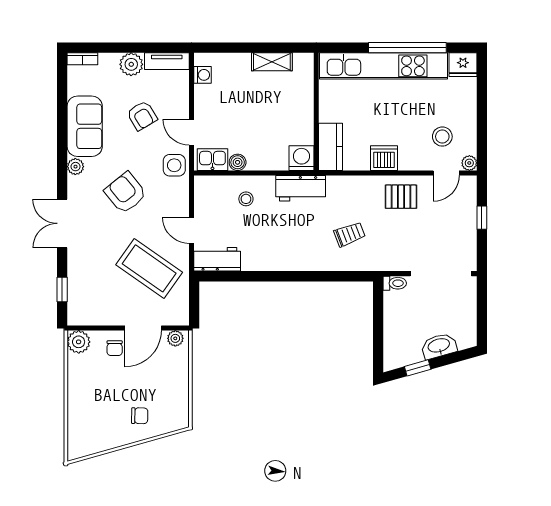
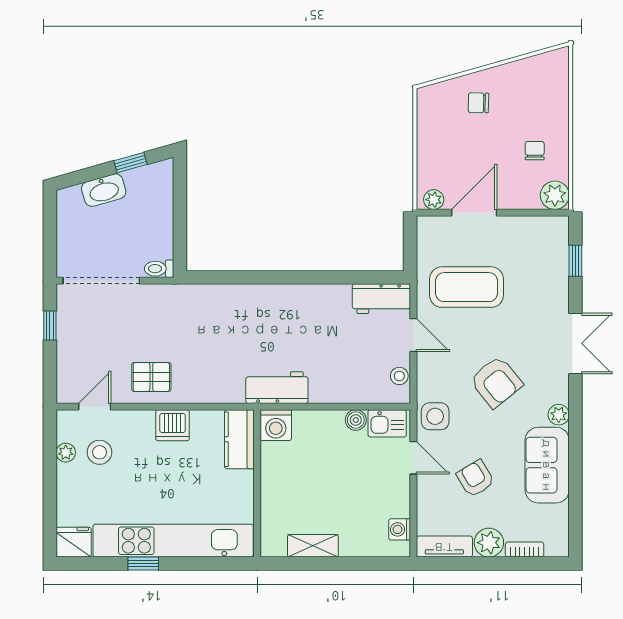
window: (407, 48) -> (143, 564), width x0.32
bookcase: (82, 59) -> (525, 550), moved
plant: (469, 163) -> (66, 453), moved
stool: (246, 199) -> (399, 376), moved
window: (482, 218) -> (50, 326), moved
trolley: (349, 234) -> (216, 330), removed
coffee table: (149, 268) -> (467, 287), turned -35
chair: (115, 348) -> (535, 151), moved

